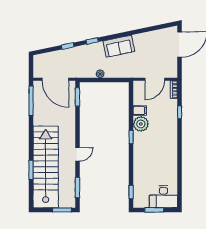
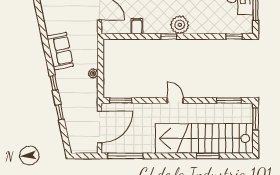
plant: (141, 124) -> (180, 25), moved
door: (77, 154) -> (175, 101), moved

